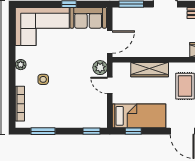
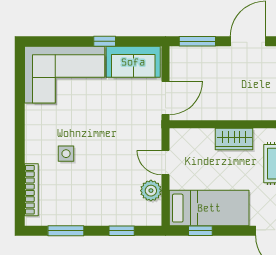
plant: (21, 65) -> (33, 132), removed
plant: (100, 68) -> (151, 191), moved
wardrobe: (150, 70) -> (234, 139), width x0.67
window: (92, 131) -> (122, 231), moved

